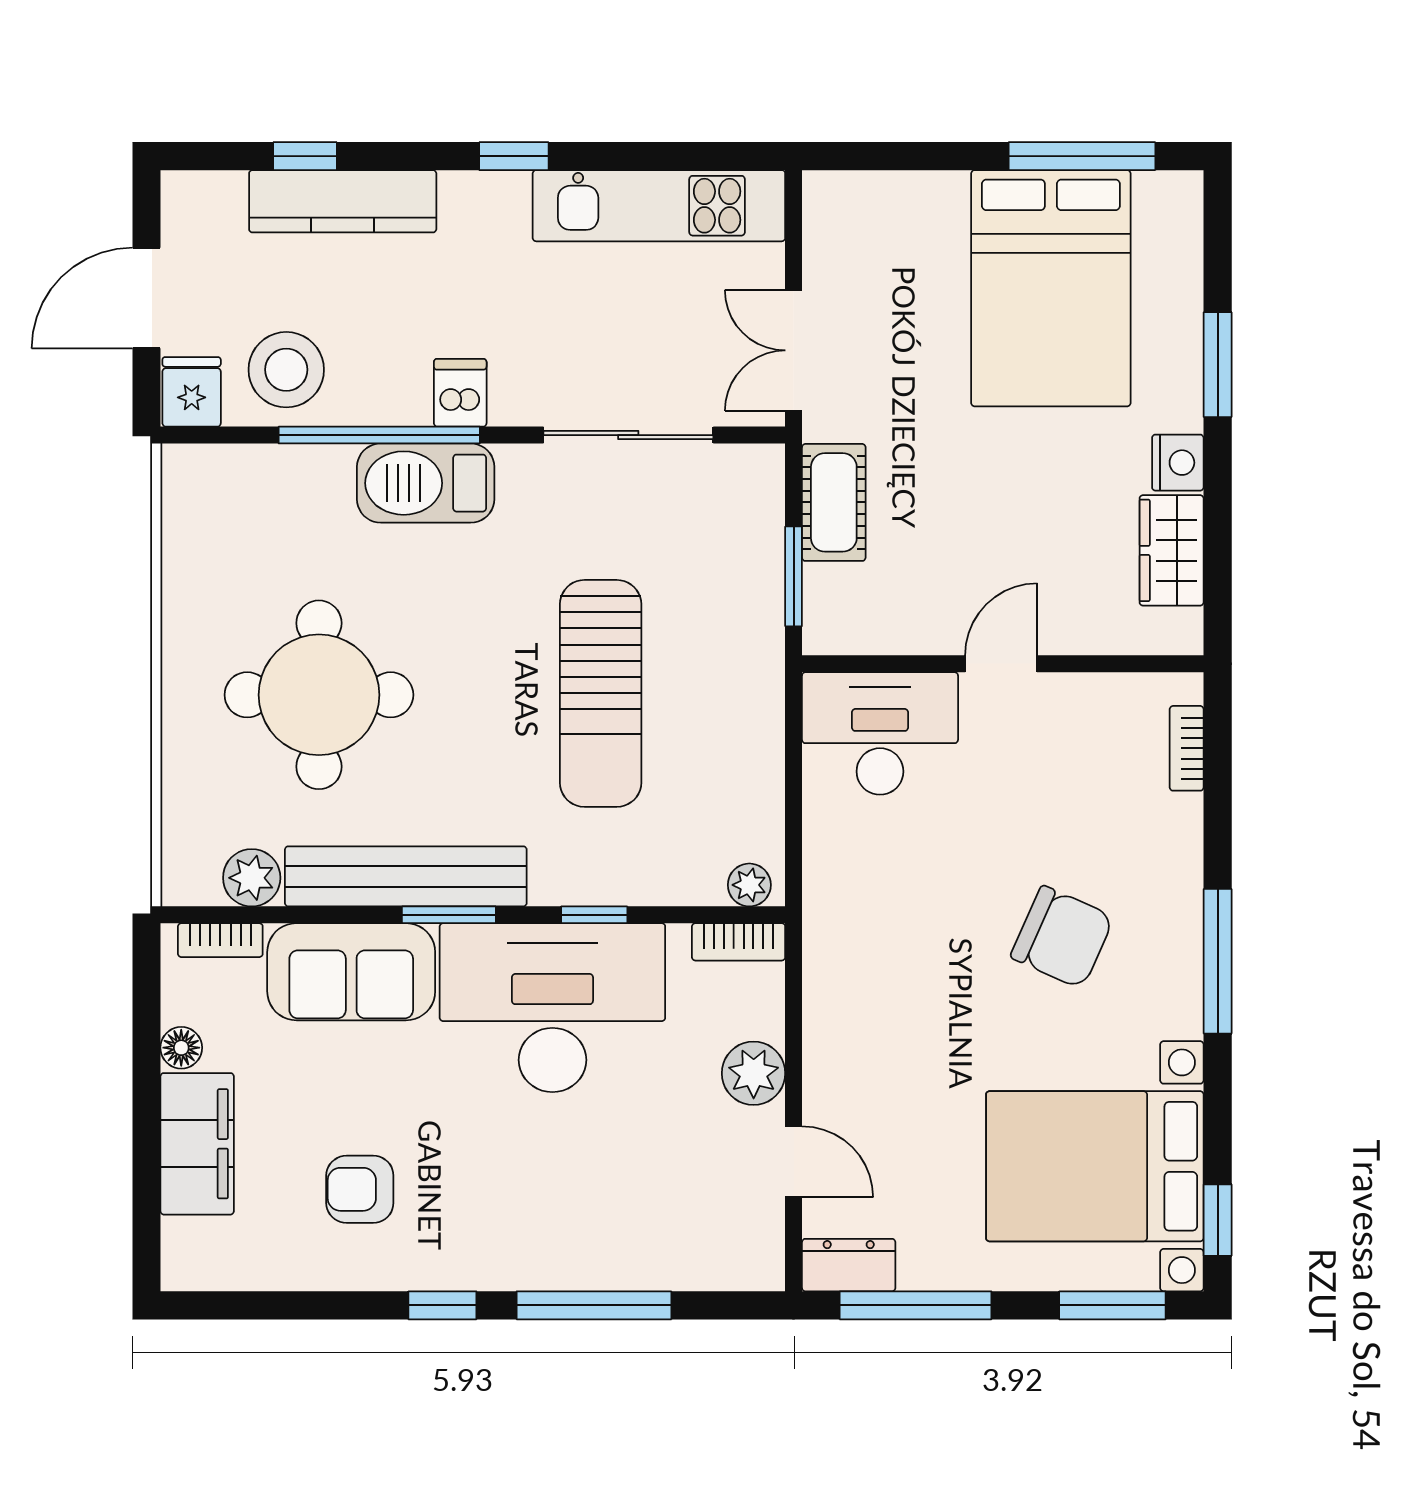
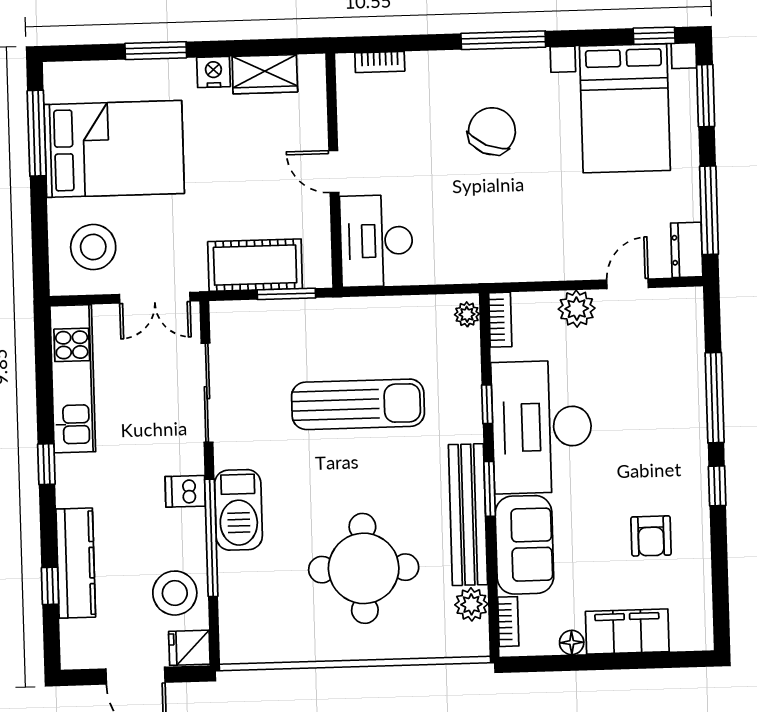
stool: (884, 247) -> (93, 247), added
cot: (834, 502) -> (255, 265), width x1.37, depth x1.34

